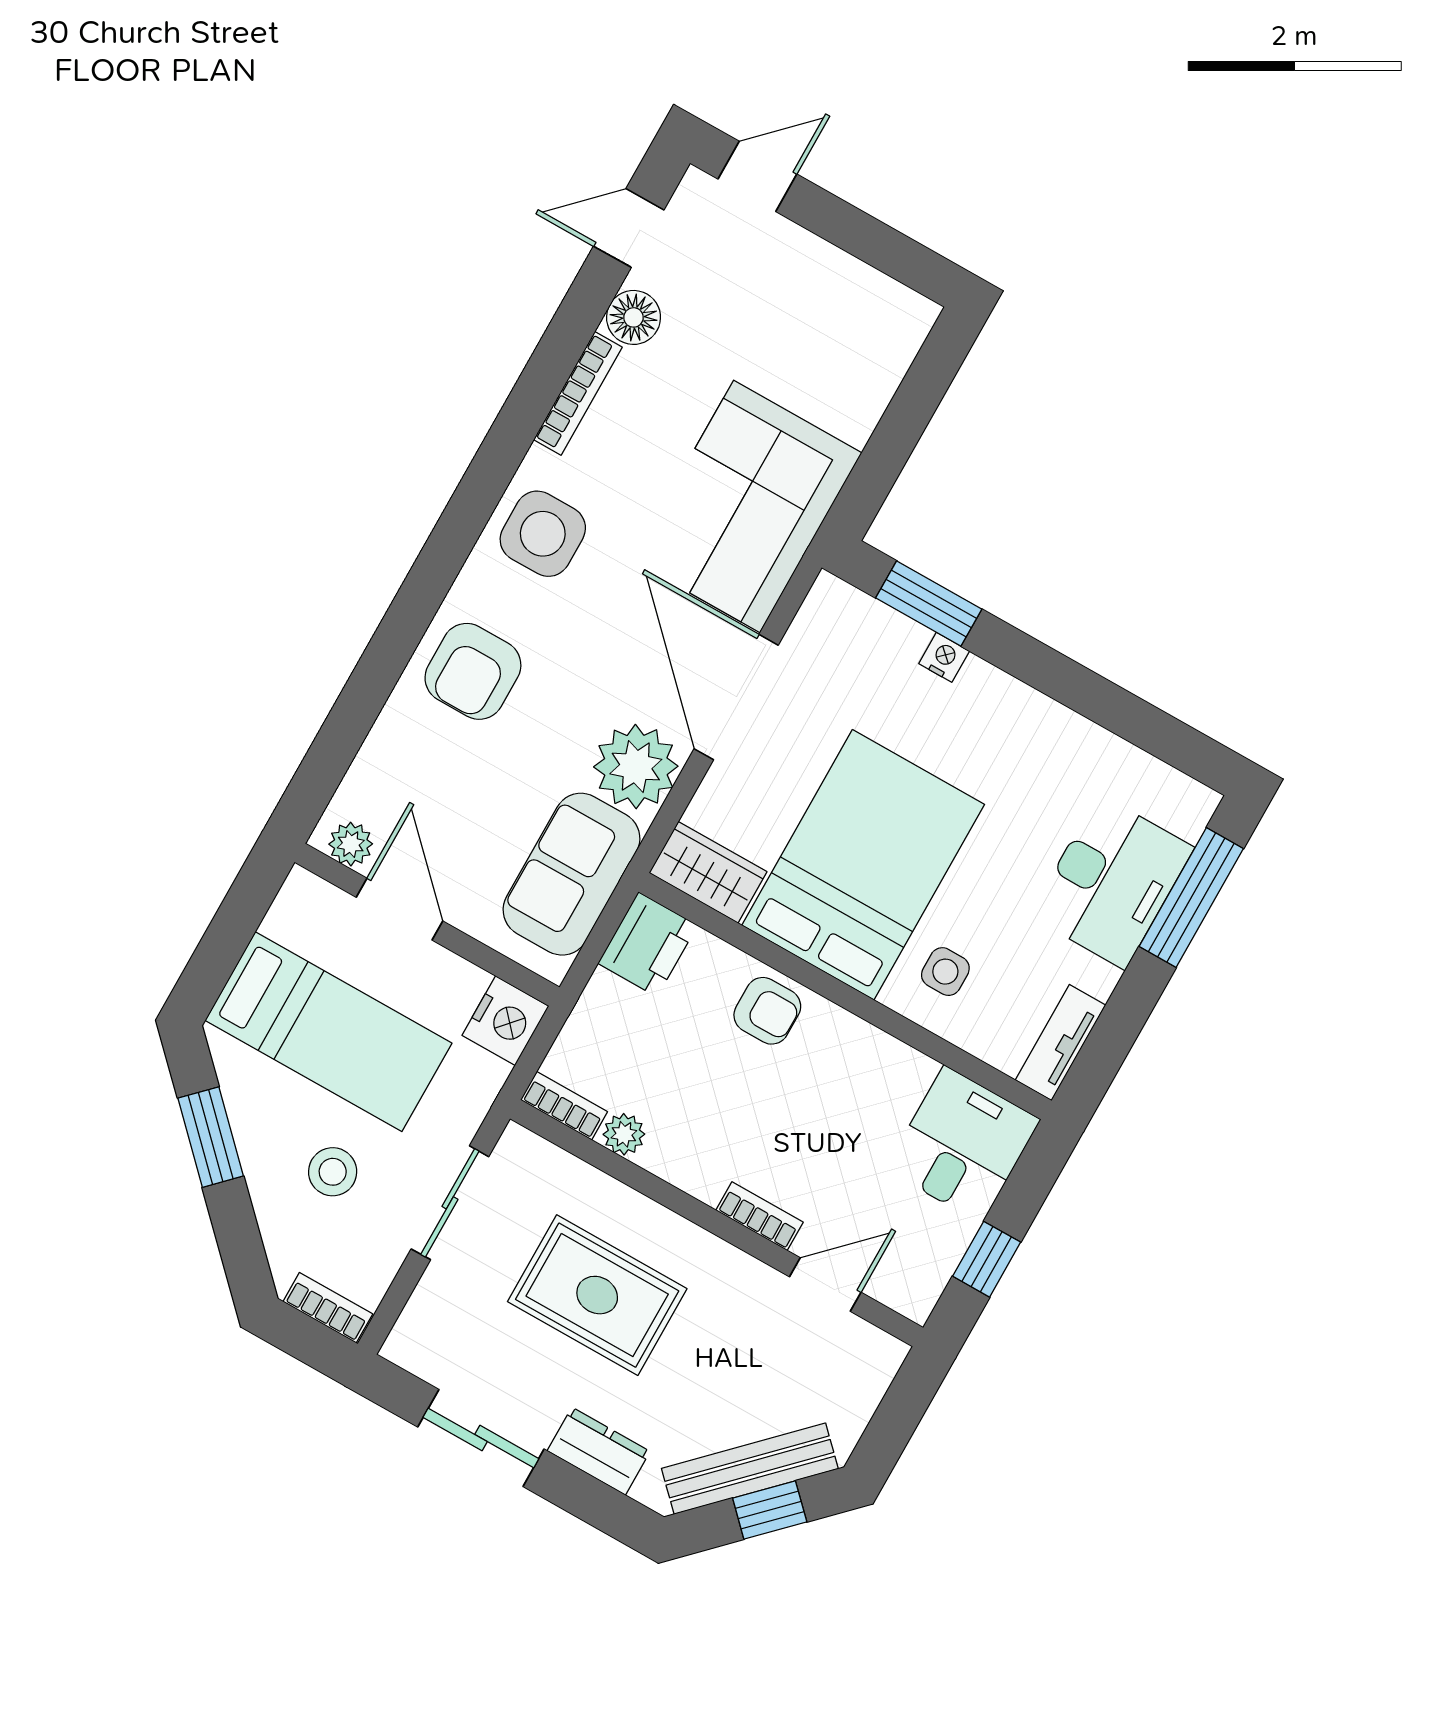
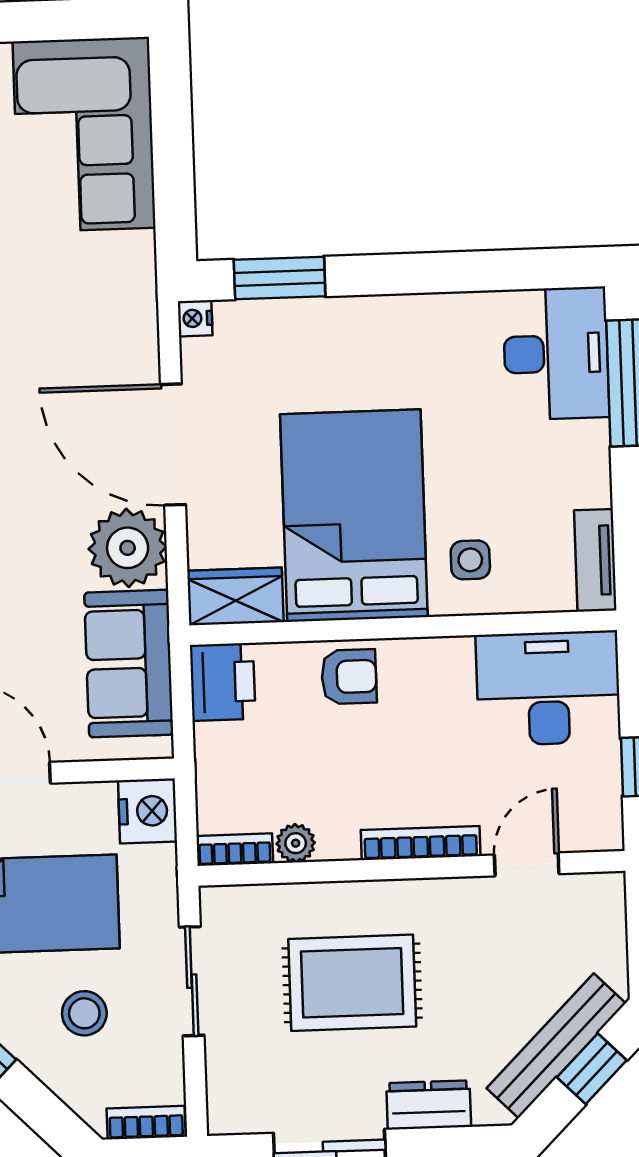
corner sofa: (747, 506) -> (84, 135), moved
nightstand: (944, 657) -> (195, 318), moved, turned -90
desk: (1112, 882) -> (556, 354), moved
desk: (963, 1144) -> (548, 688), width x1.37
bookcase: (759, 1216) -> (421, 843), width x1.56

